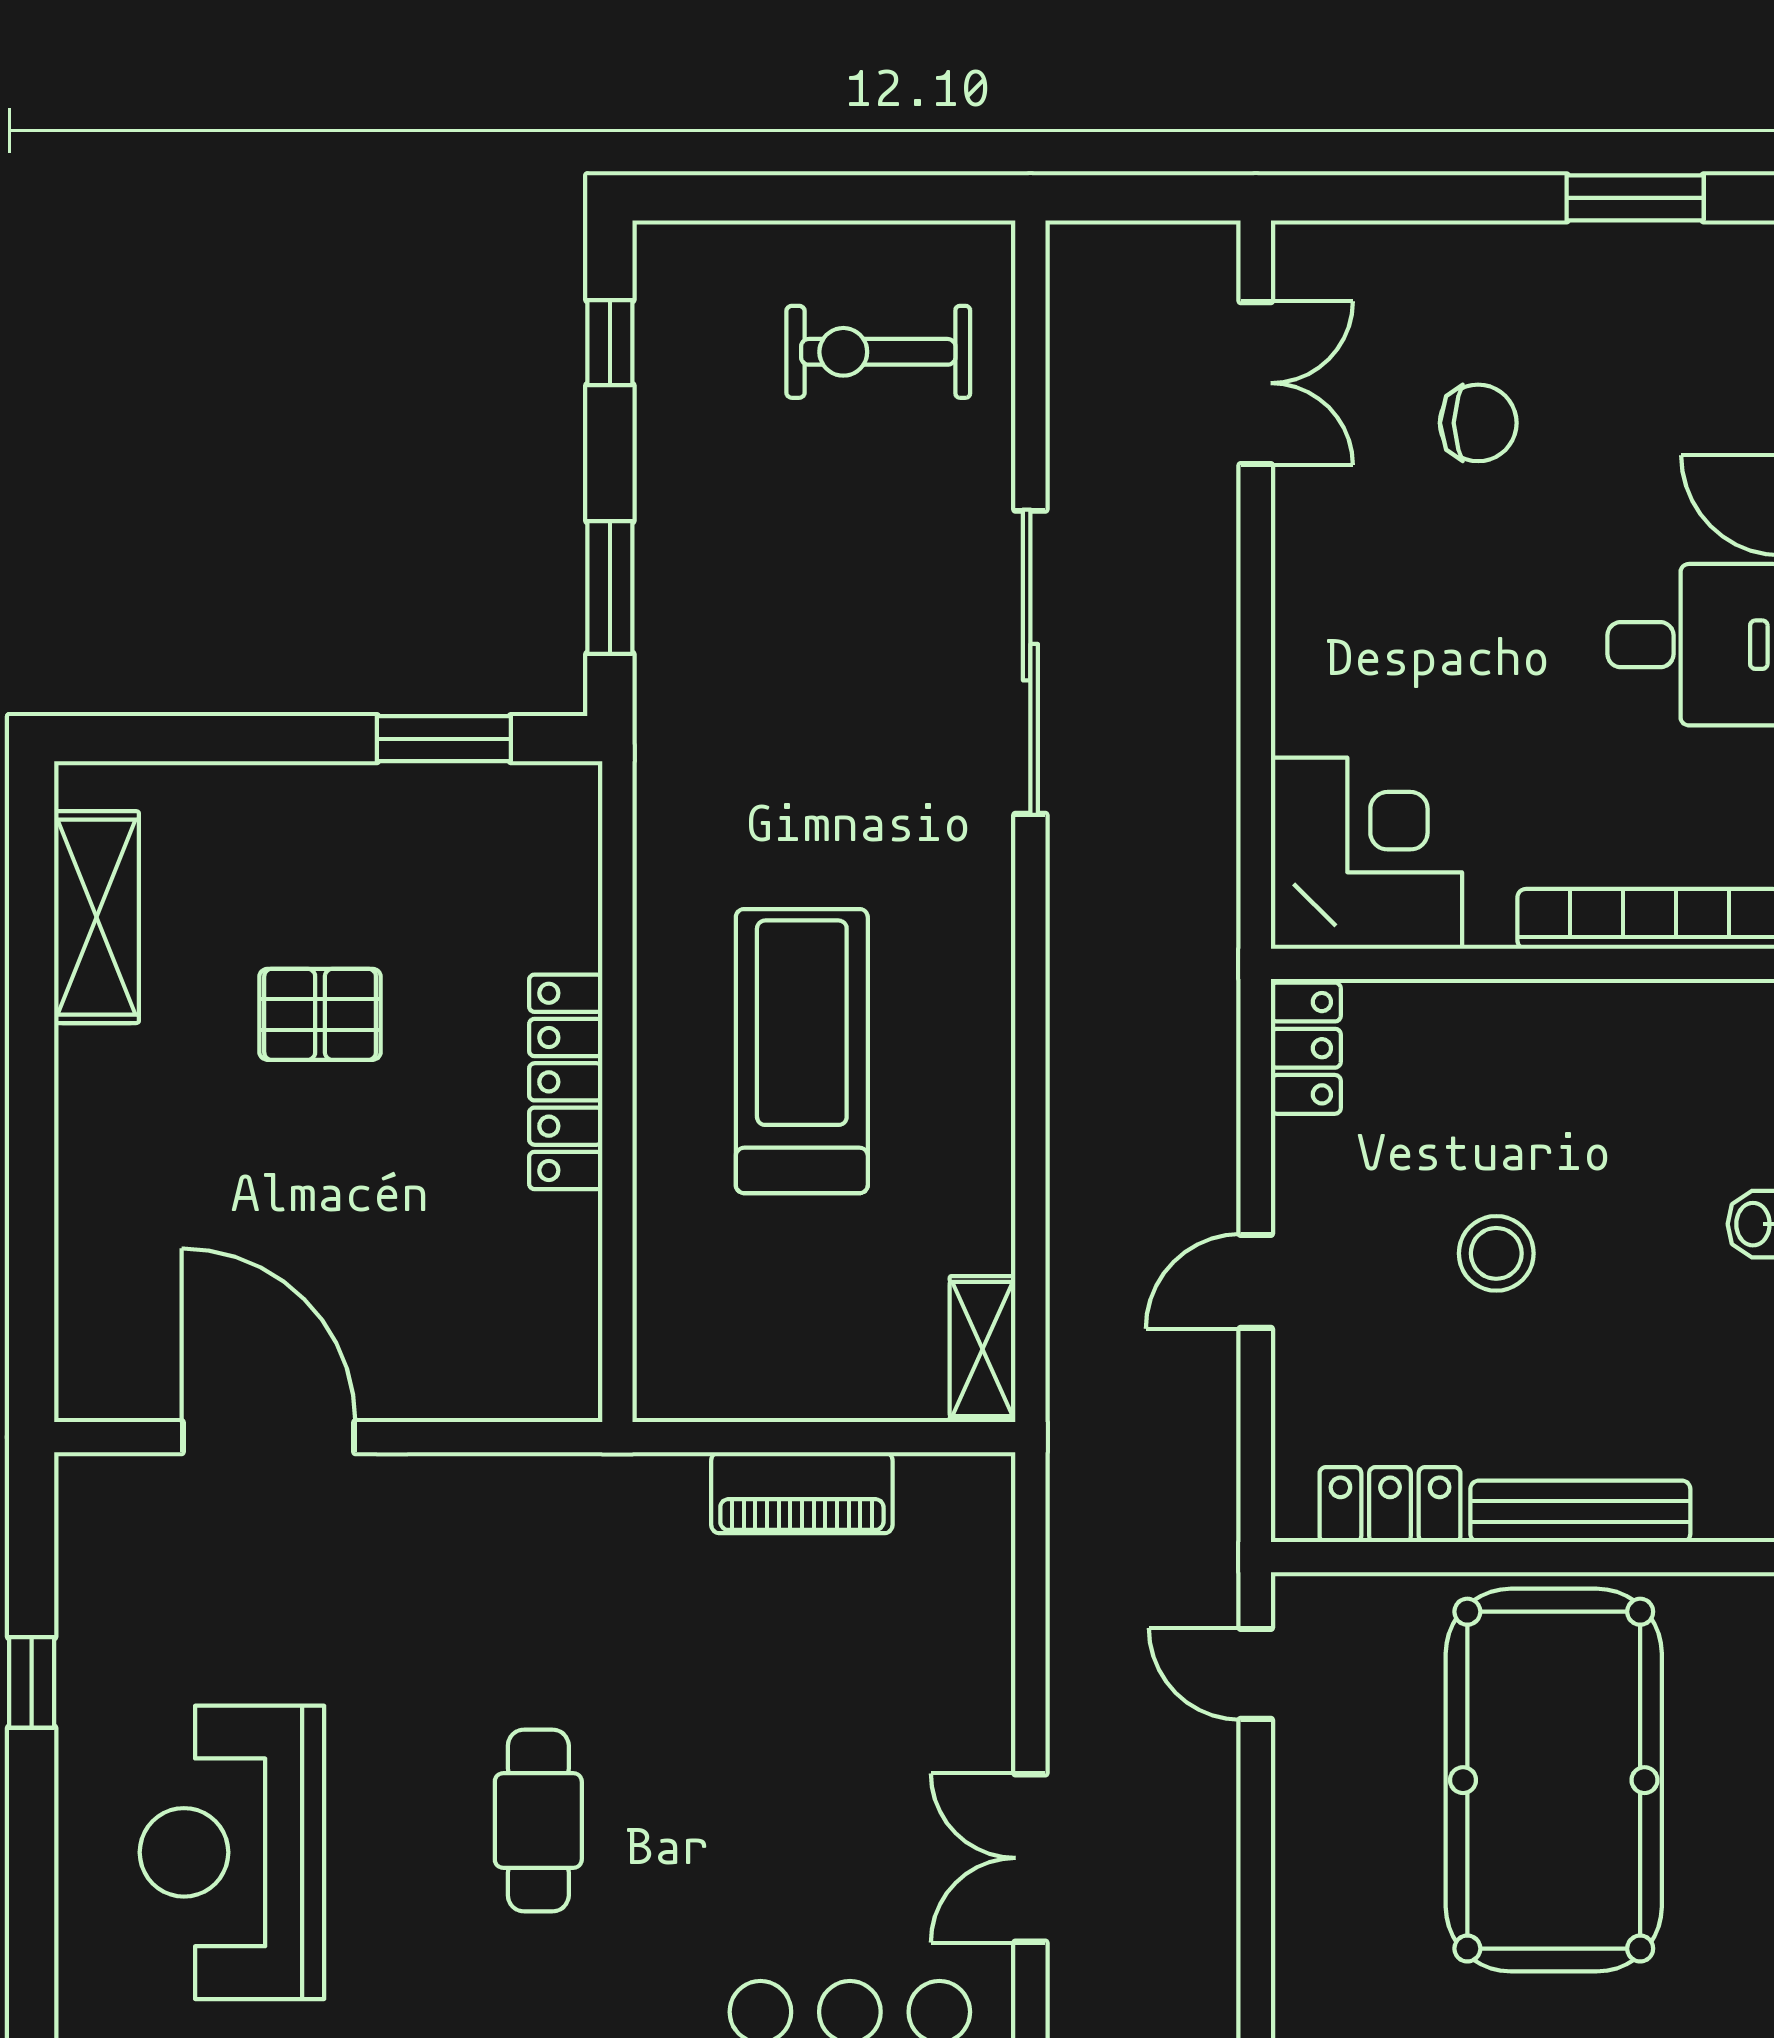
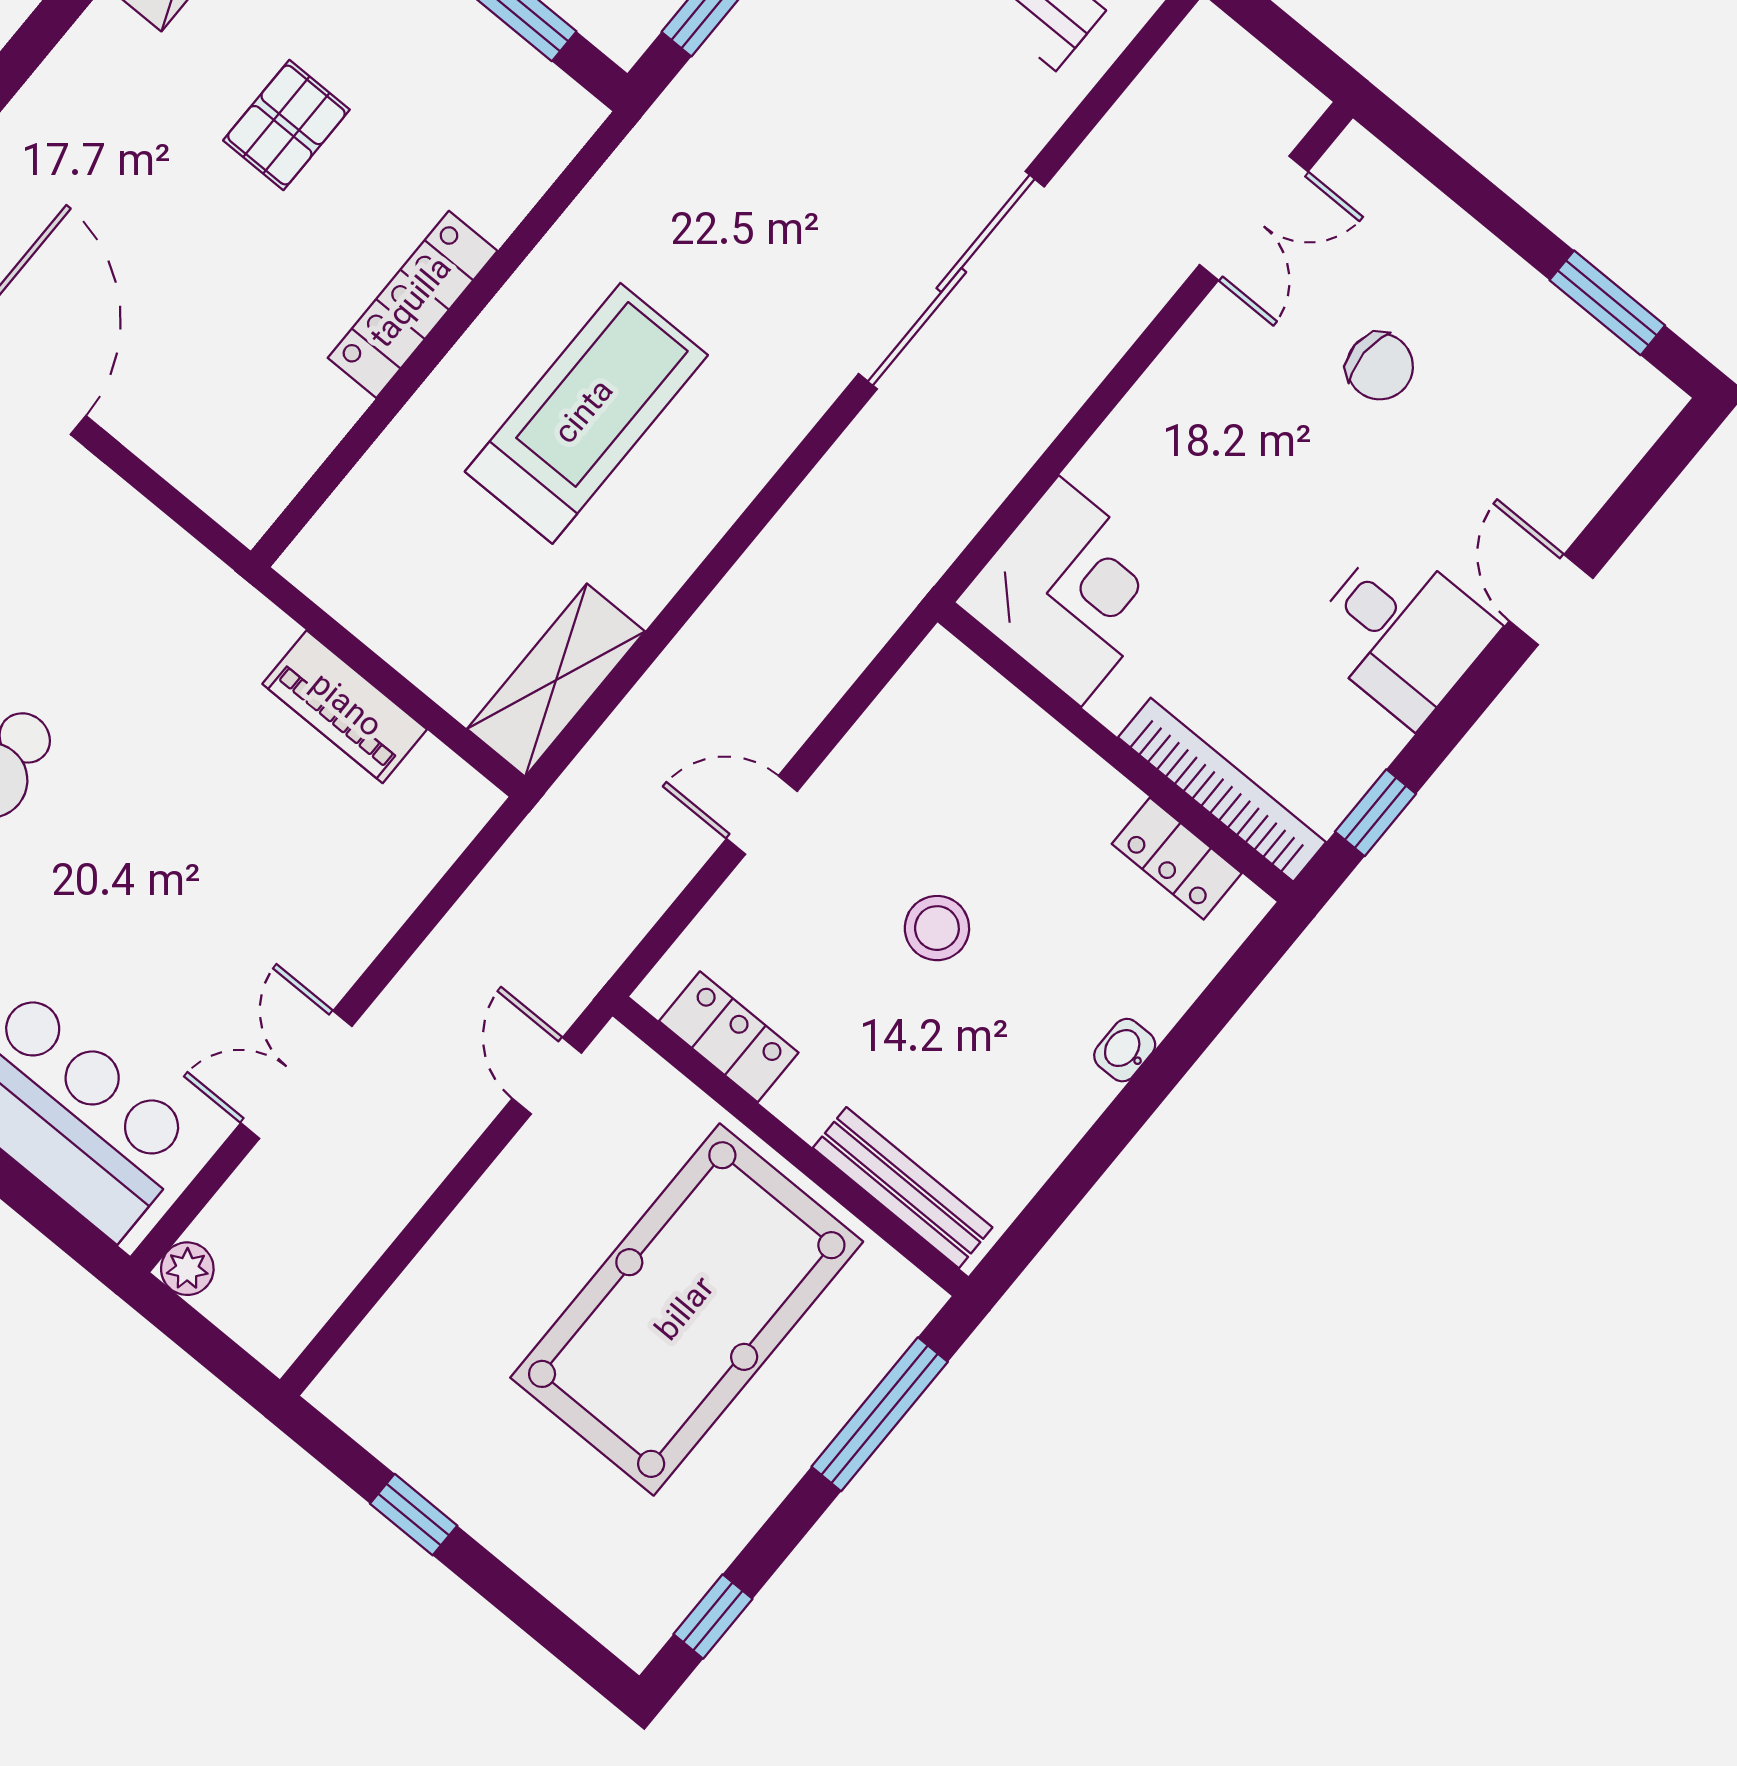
pallet: (320, 1014) -> (286, 125), turned 90
locker: (1306, 1048) -> (1177, 858), moved, turned 90
shelving: (983, 1349) -> (556, 680), width x1.50, depth x1.33
bench: (1580, 1511) -> (903, 1188), moved

